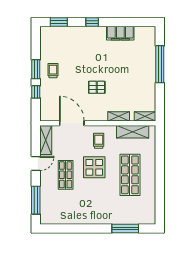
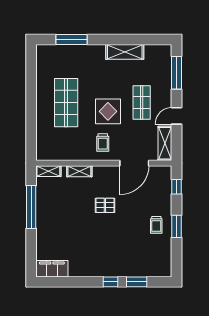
window: (59, 22) -> (137, 282), moved
filing cabinet: (120, 33) -> (52, 269), moved
window: (160, 64) -> (31, 207), moved
window: (36, 92) -> (177, 187), moved
door: (72, 123) -> (134, 163), hinge flipped
shelving: (133, 132) -> (125, 52), moved

